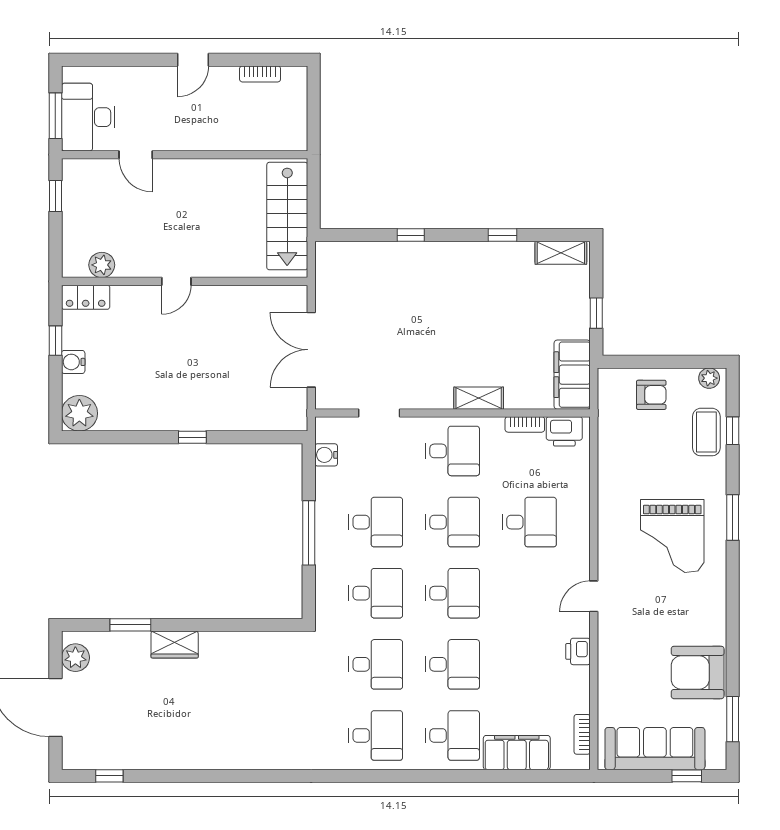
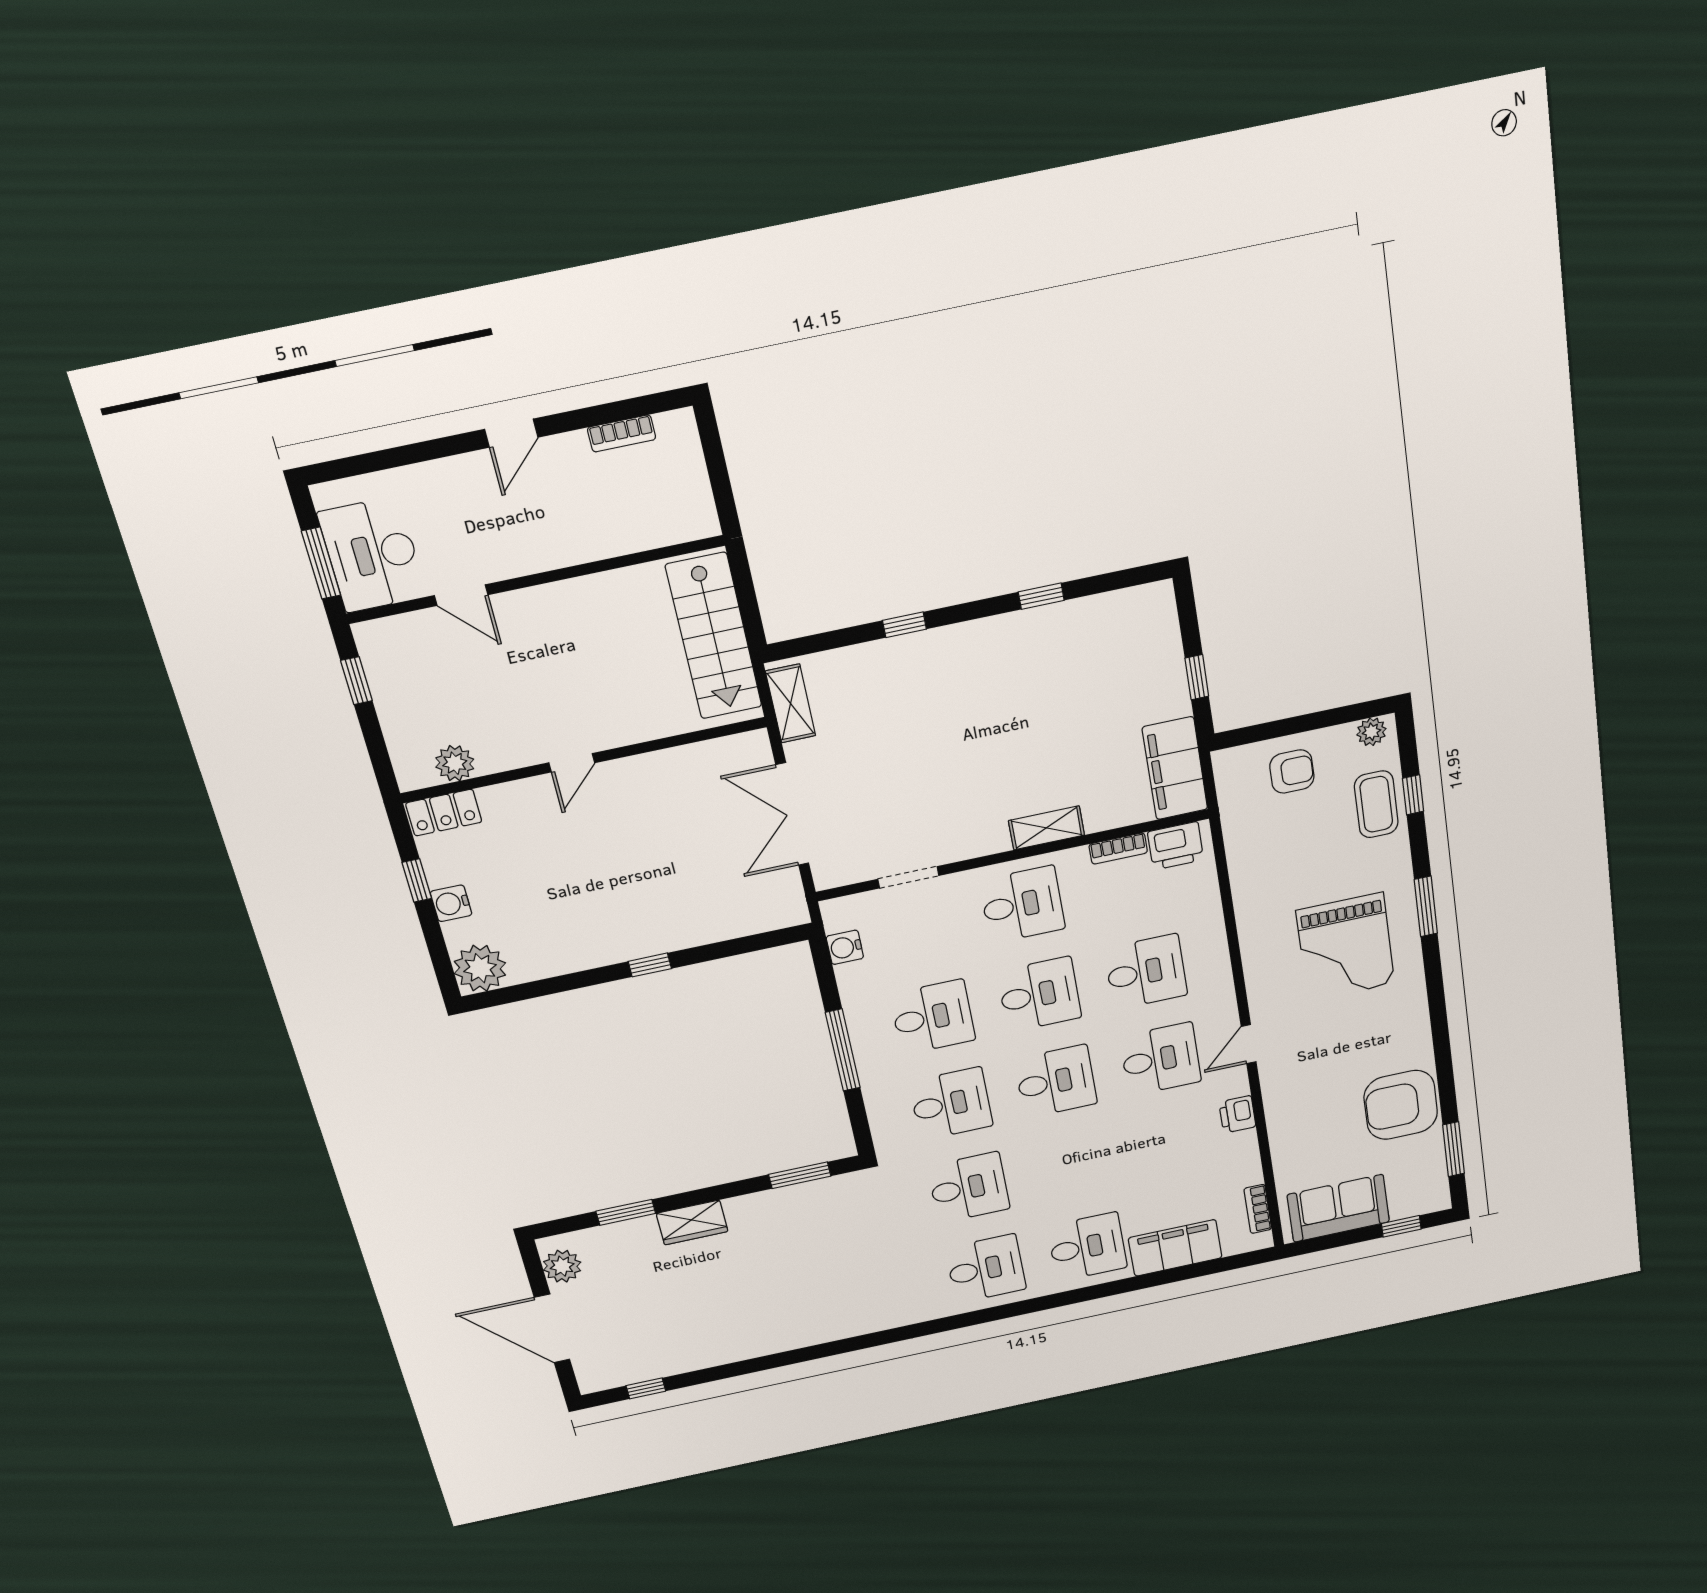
shelving: (561, 253) -> (791, 703), moved, turned 90
window: (258, 625) -> (800, 1175), added
desk: (453, 664) -> (1160, 1059), moved
sofa: (655, 749) -> (1338, 1208), width x0.73

